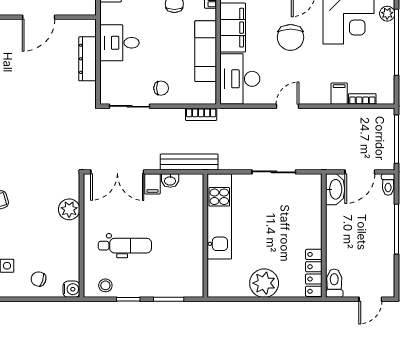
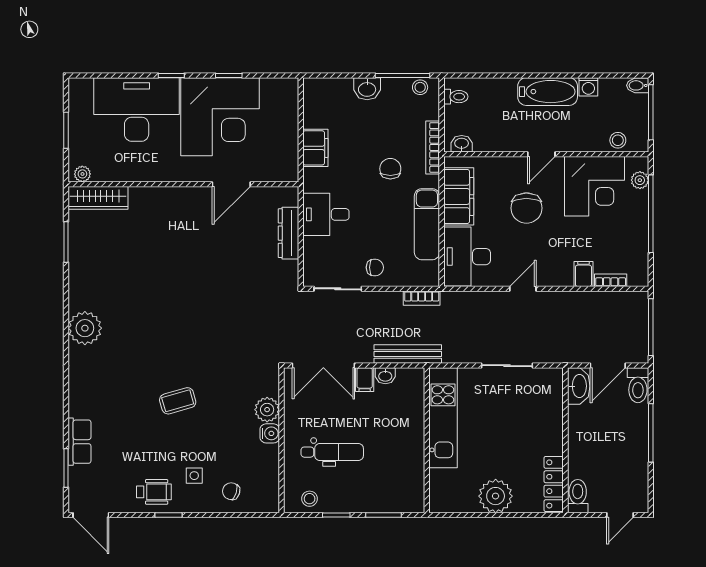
toilet: (388, 184) -> (638, 385), width x1.37, depth x1.39
water cooler: (71, 289) -> (270, 433), moved

